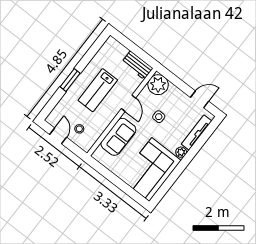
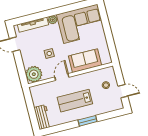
workbench: (137, 65) -> (43, 117), moved
lab bench: (98, 90) -> (75, 101), turned 180
door: (58, 136) -> (123, 91), swing flipped

